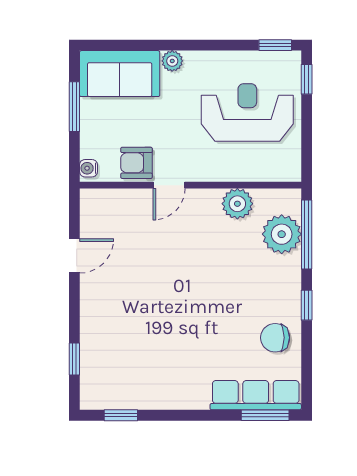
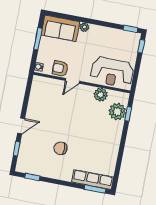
reception desk: (247, 112) -> (112, 72), moved, turned 180
window: (307, 234) -> (128, 114), width x0.46
door: (74, 256) -> (21, 126), moved
window: (307, 305) -> (122, 145), removed
chair: (275, 338) -> (61, 148), moved

